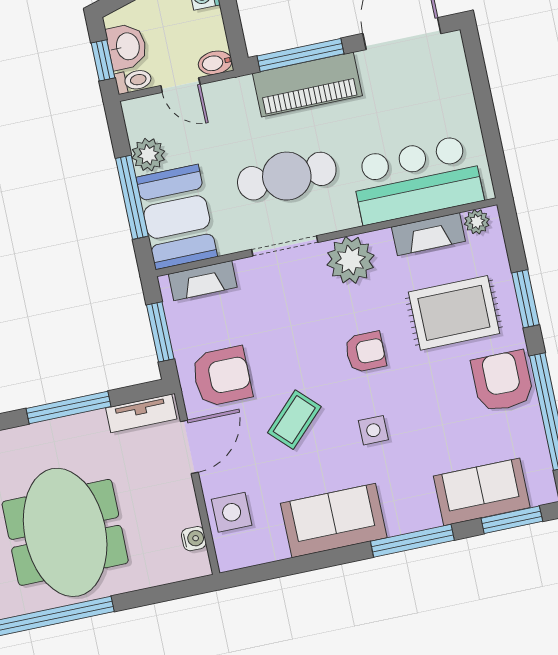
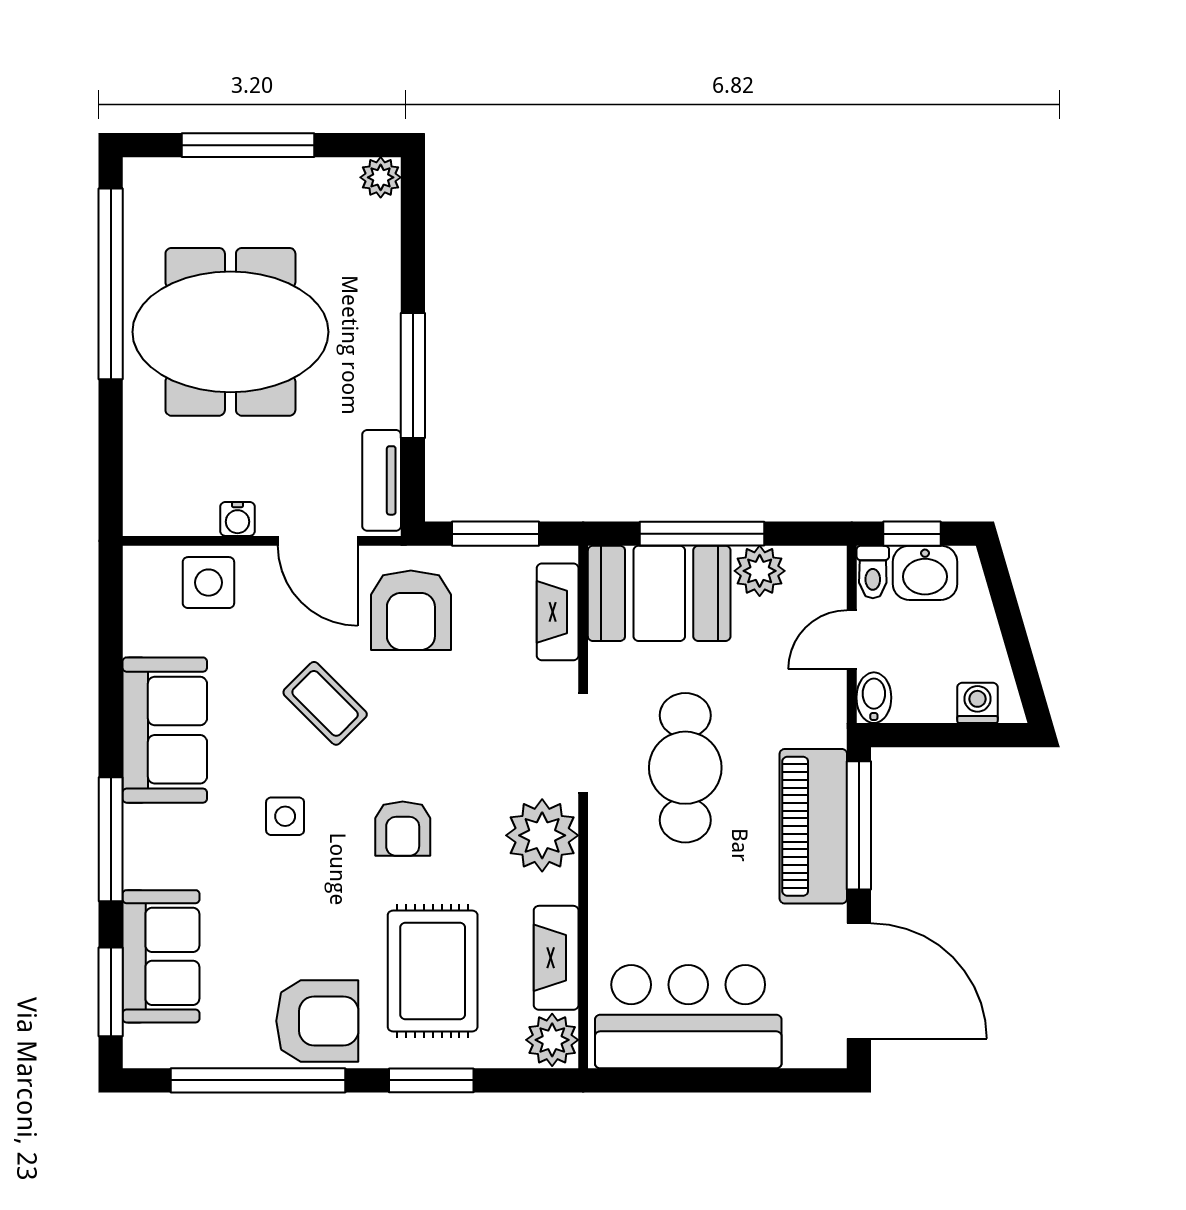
bar counter: (417, 180) -> (688, 1017), moved, turned -90
plant: (477, 222) -> (552, 1040), width x1.38, depth x1.38
water cooler: (194, 539) -> (238, 519), moved

